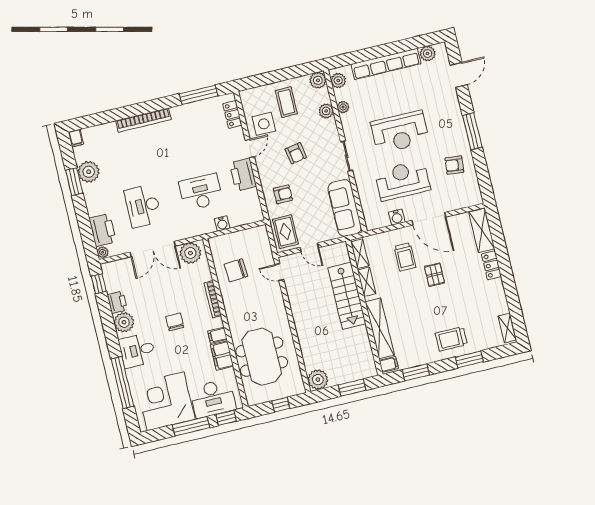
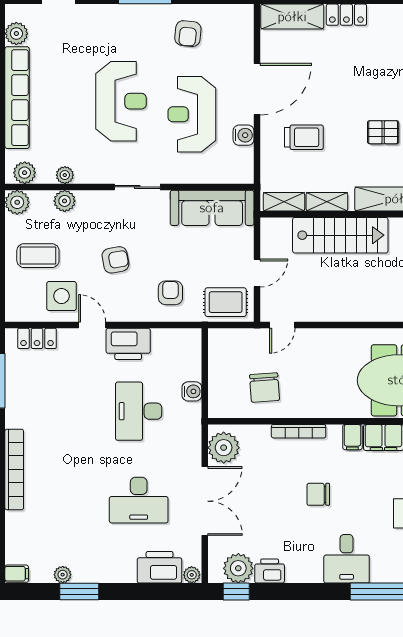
plant: (89, 172) -> (63, 575), width x0.53, depth x0.53
pallet: (435, 275) -> (383, 132), moved
plant: (124, 322) -> (238, 568), moved

